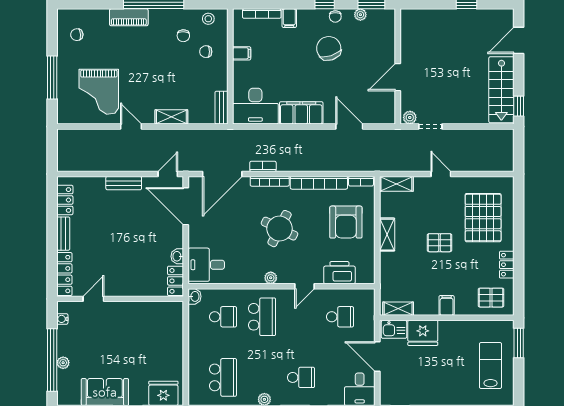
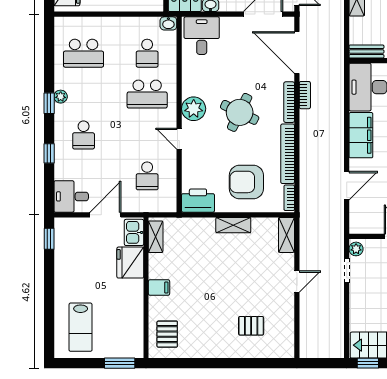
pallet: (483, 218) -> (251, 326), width x0.49, depth x0.50
pallet: (440, 243) -> (225, 280), removed
locker: (507, 265) -> (202, 351), removed
printer: (339, 273) -> (198, 201), moved, turned -90
plant: (271, 278) -> (194, 109), width x1.87, depth x1.87
lab bench: (491, 366) -> (81, 327), moved, turned 90

